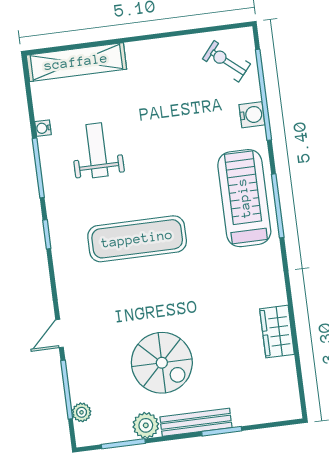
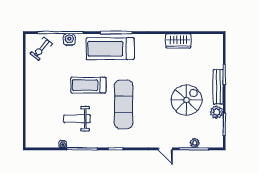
shelving: (76, 62) -> (32, 123), removed
treadmill: (166, 164) -> (88, 85), added
plant: (82, 412) -> (195, 143), moved

